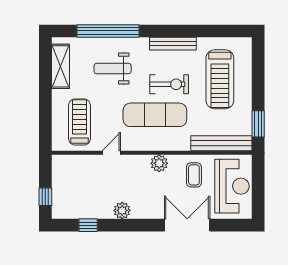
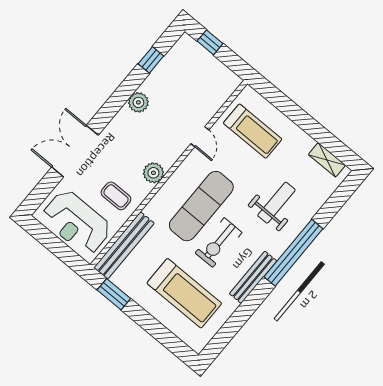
window: (108, 31) -> (293, 253), moved
shelving: (60, 66) -> (327, 160), width x0.67, depth x0.75
treadmill: (220, 79) -> (184, 293), turned 180
double door: (187, 225) -> (75, 151), swing flipped

